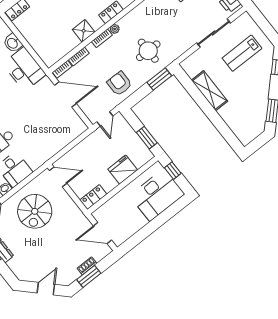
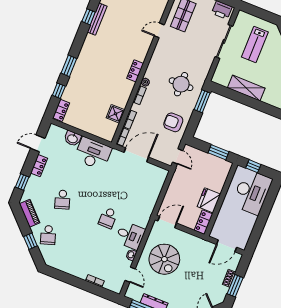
shower: (84, 31) -> (116, 114), moved
fridge: (123, 170) -> (209, 200), moved

